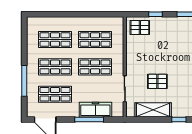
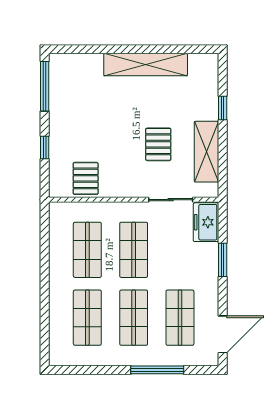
pallet: (140, 27) -> (86, 178), moved
freezer: (95, 110) -> (206, 222), moved, width x0.71
window: (89, 120) -> (223, 260), width x0.69

